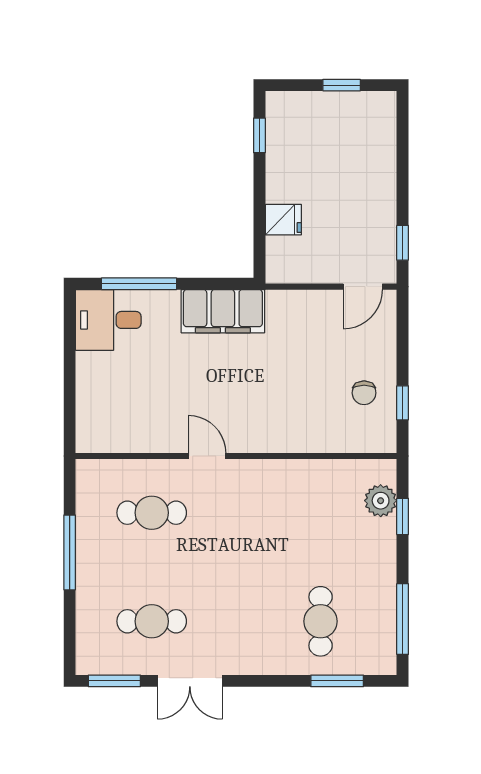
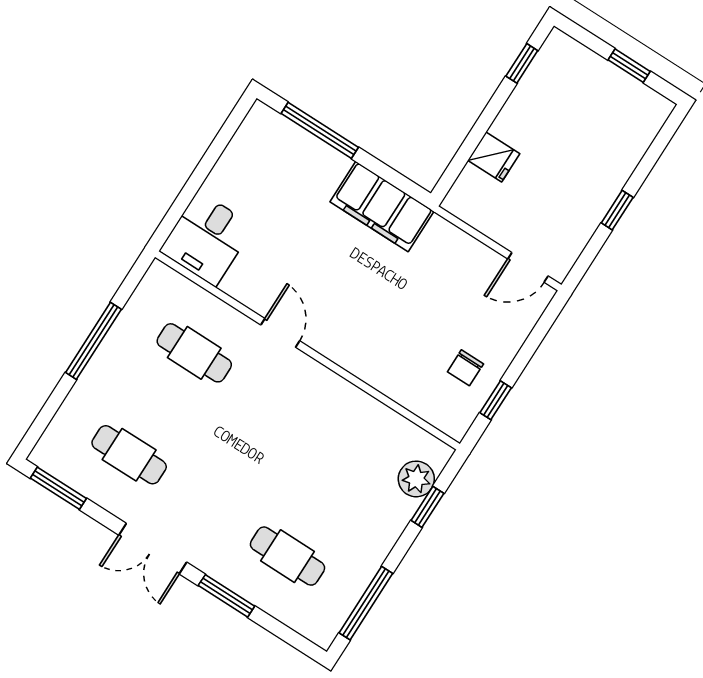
window: (403, 243) -> (617, 210), moved
desk: (108, 320) -> (207, 239), moved, turned -90
cafe table: (321, 621) -> (288, 556), turned 90
double door: (190, 681) -> (153, 549), moved
window: (337, 681) -> (226, 596), moved

